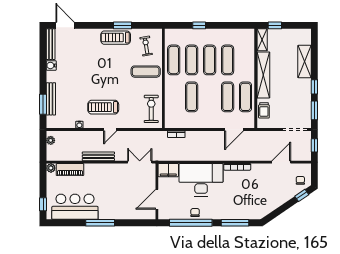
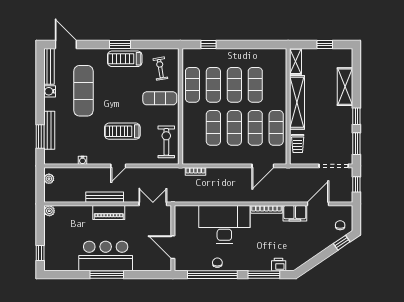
window: (122, 25) -> (120, 45), moved
window: (199, 25) -> (208, 45), moved
window: (275, 25) -> (325, 45), moved
exercise mat: (80, 65) -> (83, 91), added
exercise mat: (210, 97) -> (234, 128), added
treadmill: (103, 107) -> (122, 131), moved
piano: (70, 170) -> (109, 213), moved
filing cabinet: (168, 170) -> (295, 213), moved
door: (157, 199) -> (173, 247), hinge flipped
bar counter: (75, 207) -> (106, 256), moved
printer: (248, 214) -> (279, 264), added

